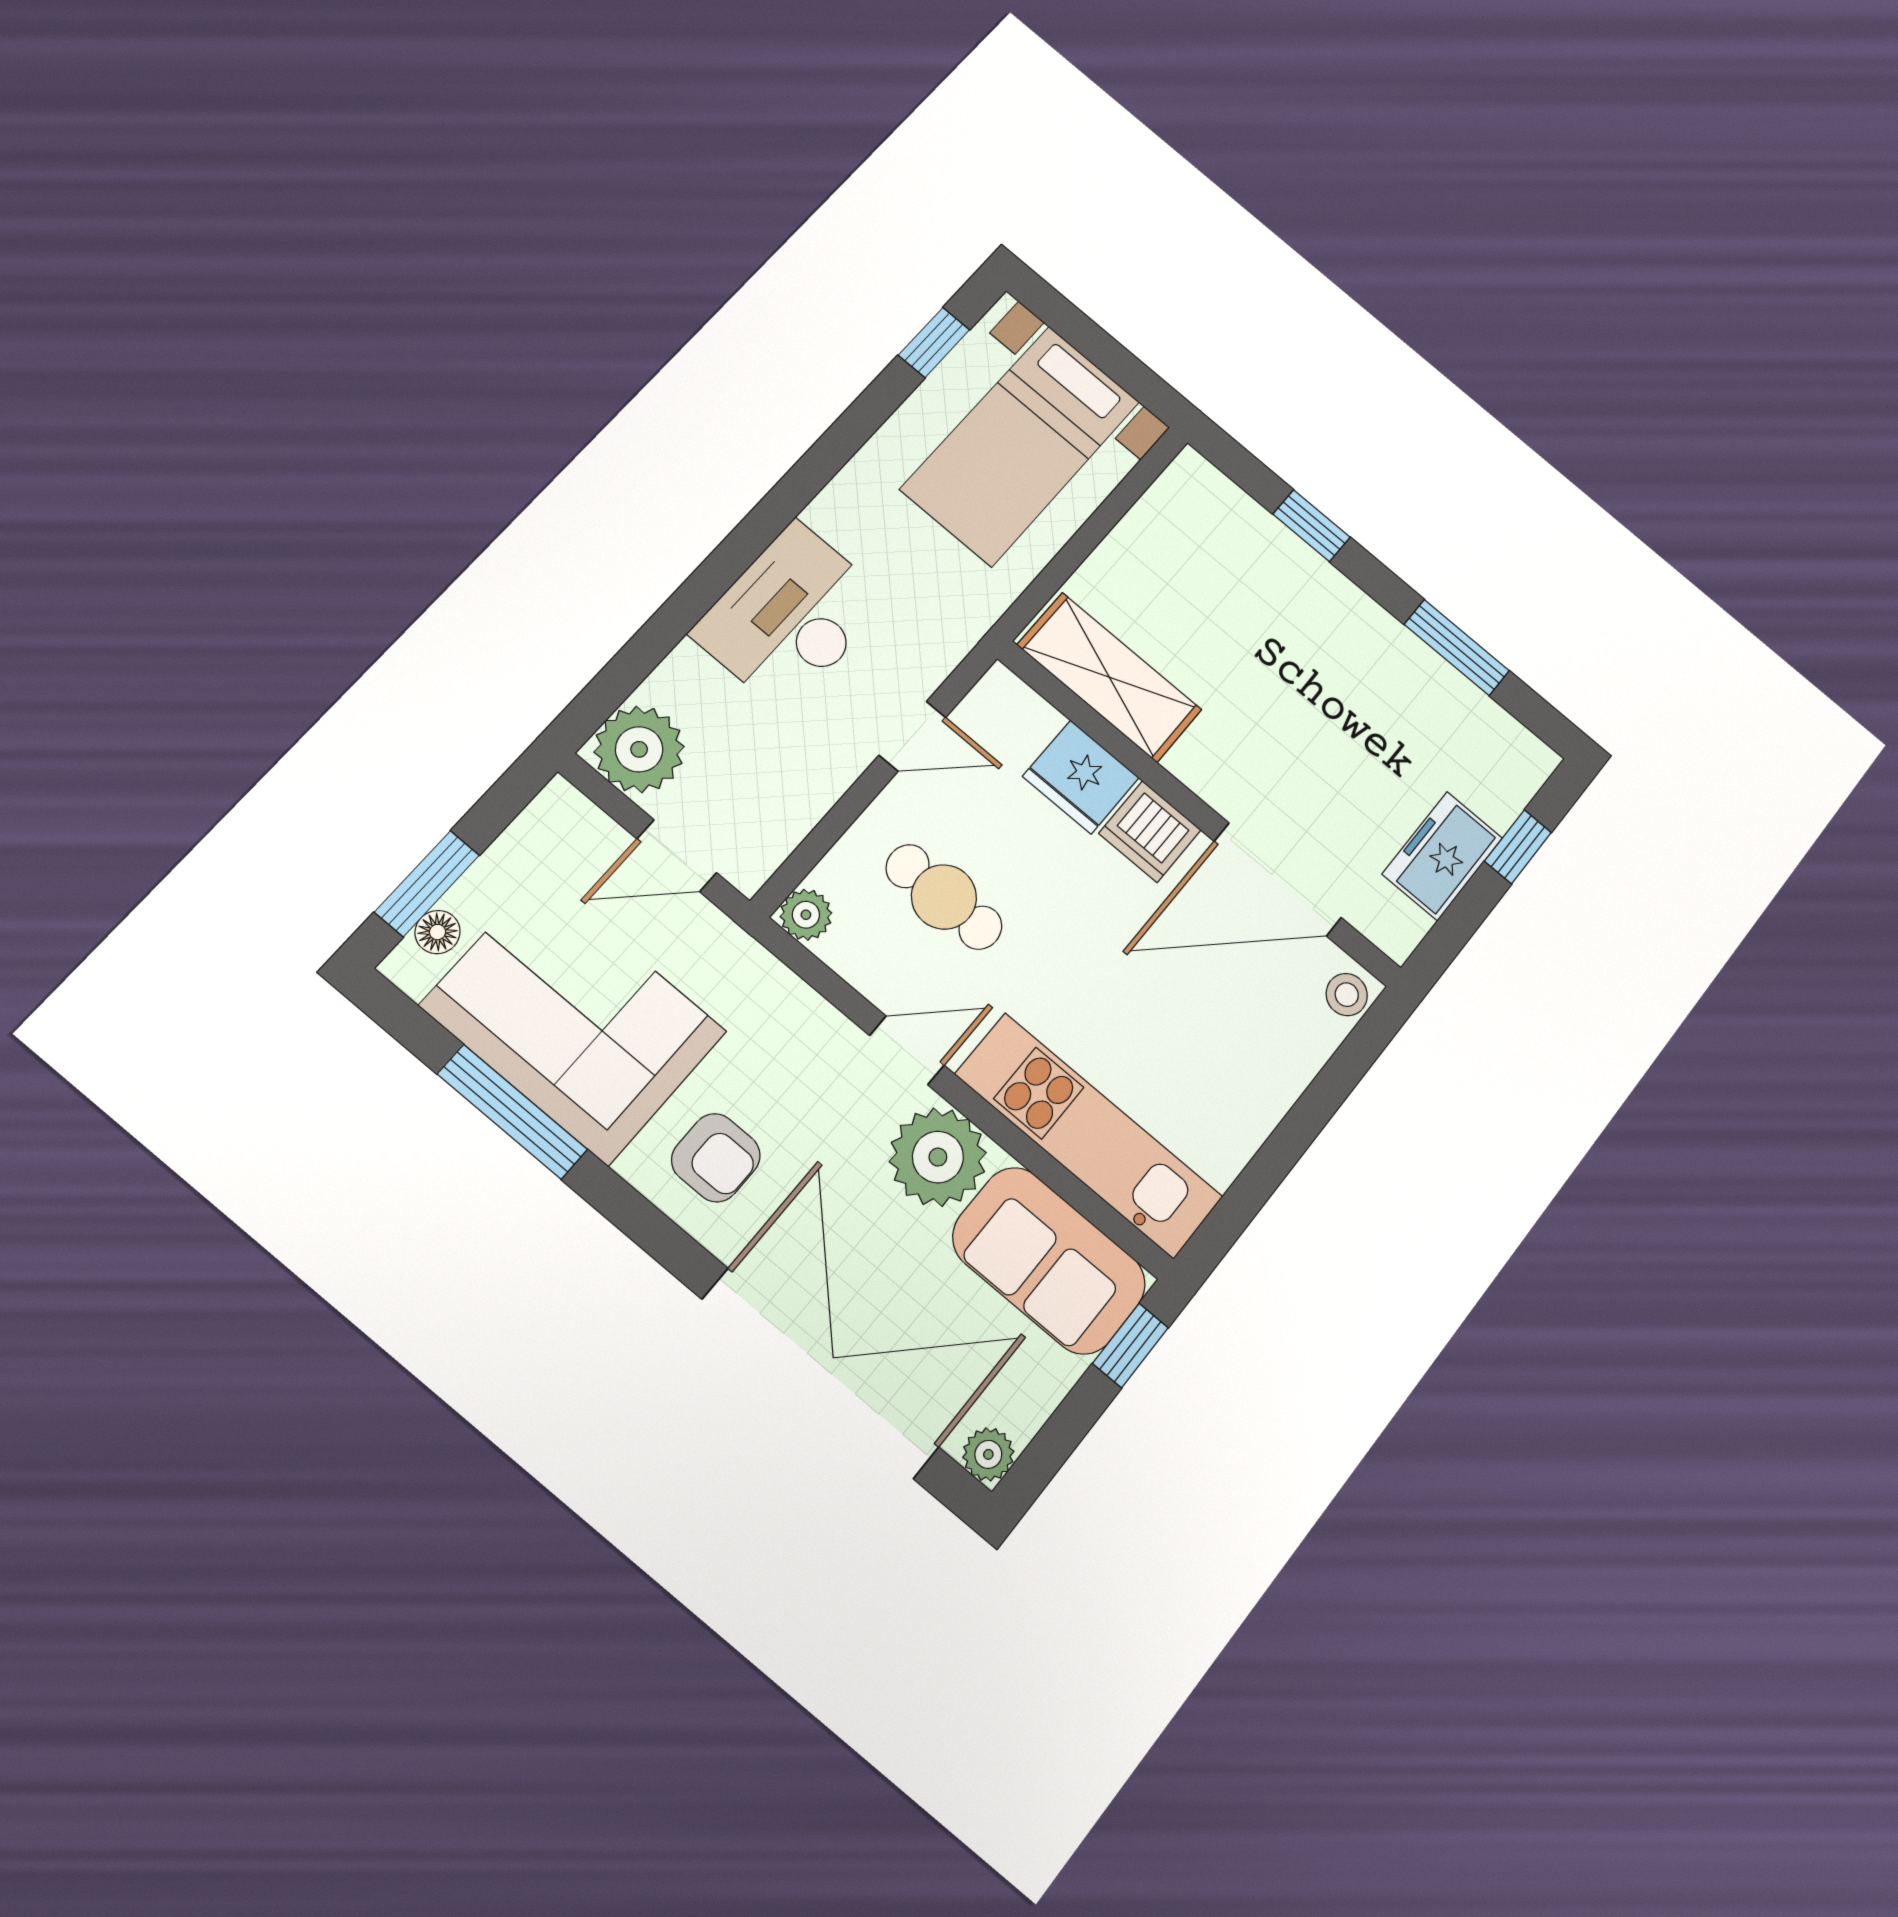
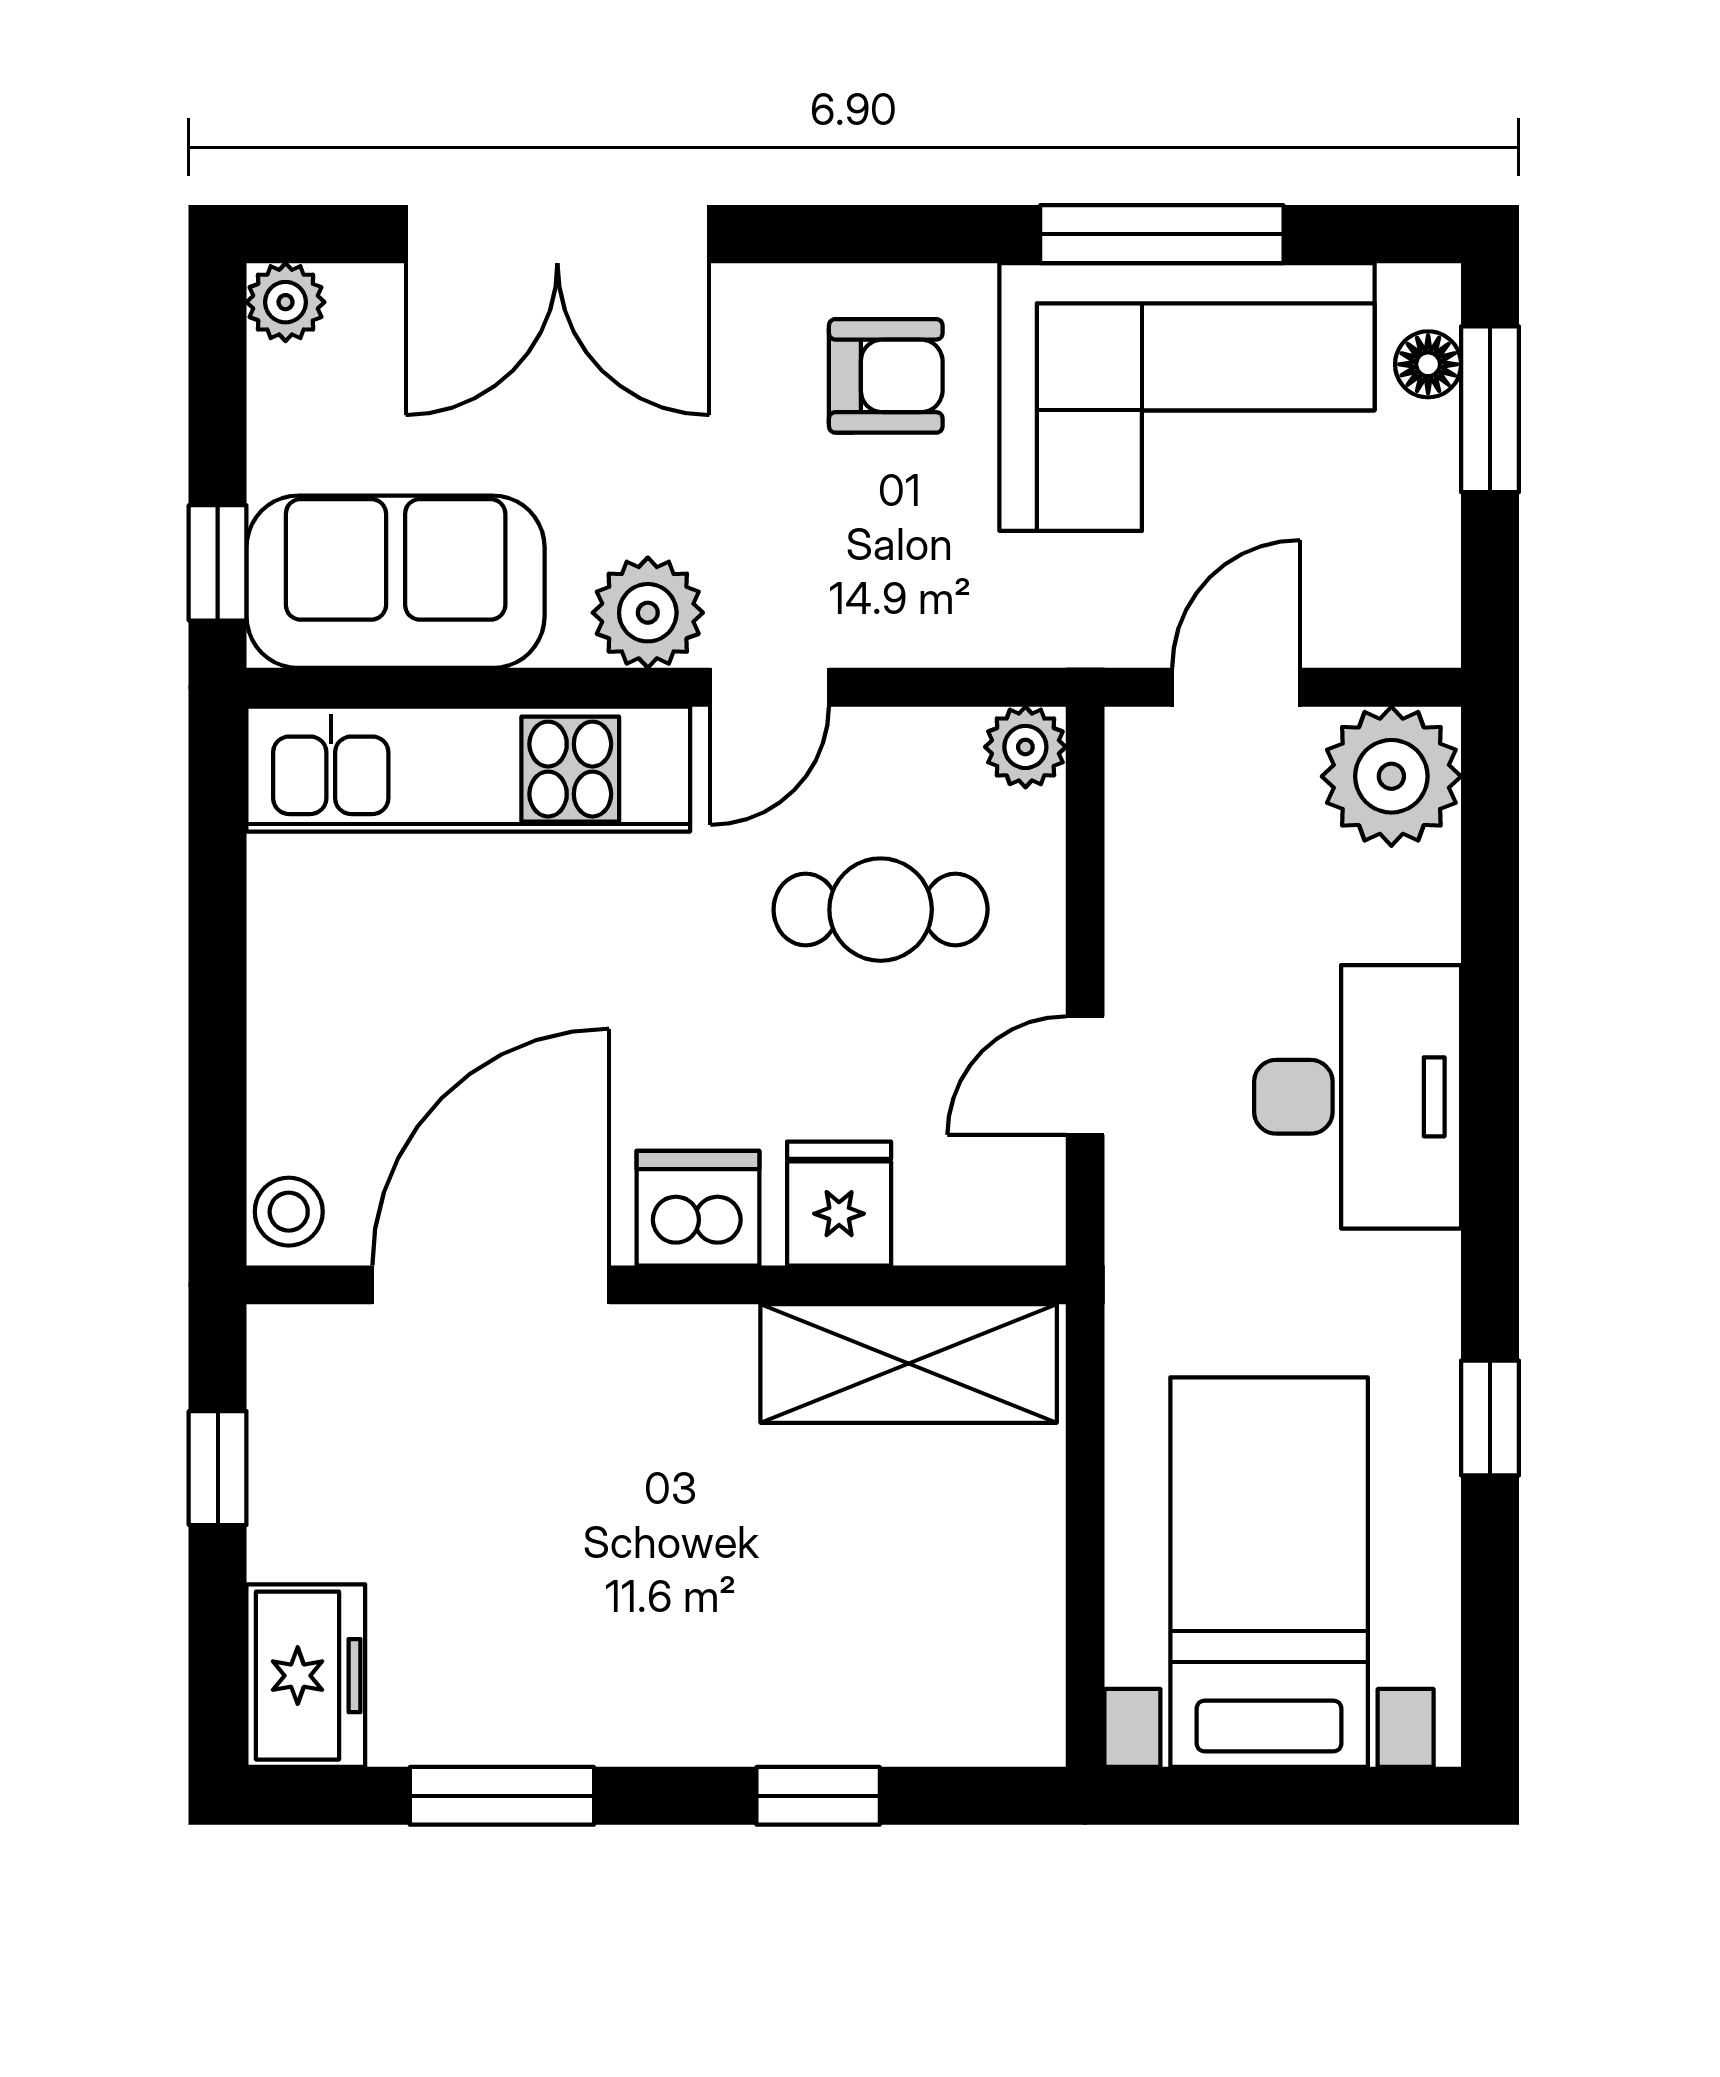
window: (934, 342) -> (1490, 1418), moved
fridge: (1081, 777) -> (839, 1204), width x0.72
window: (1518, 847) -> (218, 1468), moved
freezer: (1442, 856) -> (306, 1676), moved
plant: (938, 1157) -> (648, 613), width x0.73, depth x0.73
armchair: (716, 1158) -> (886, 376), turned 180
double door: (820, 1373) -> (557, 234), width x0.73

